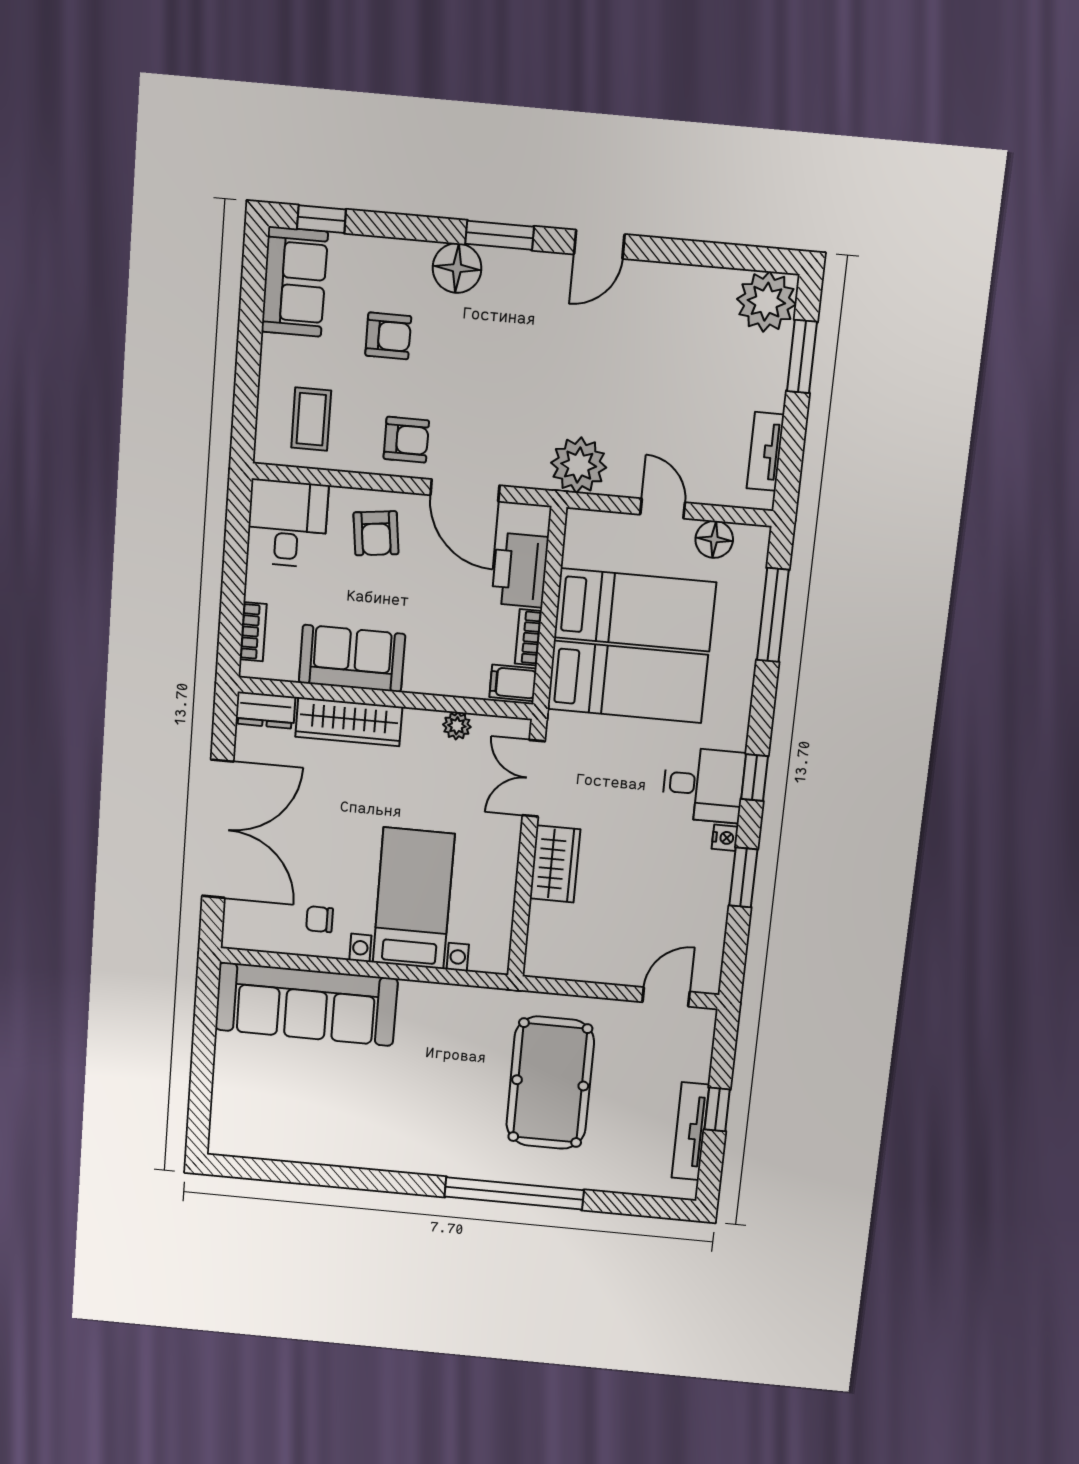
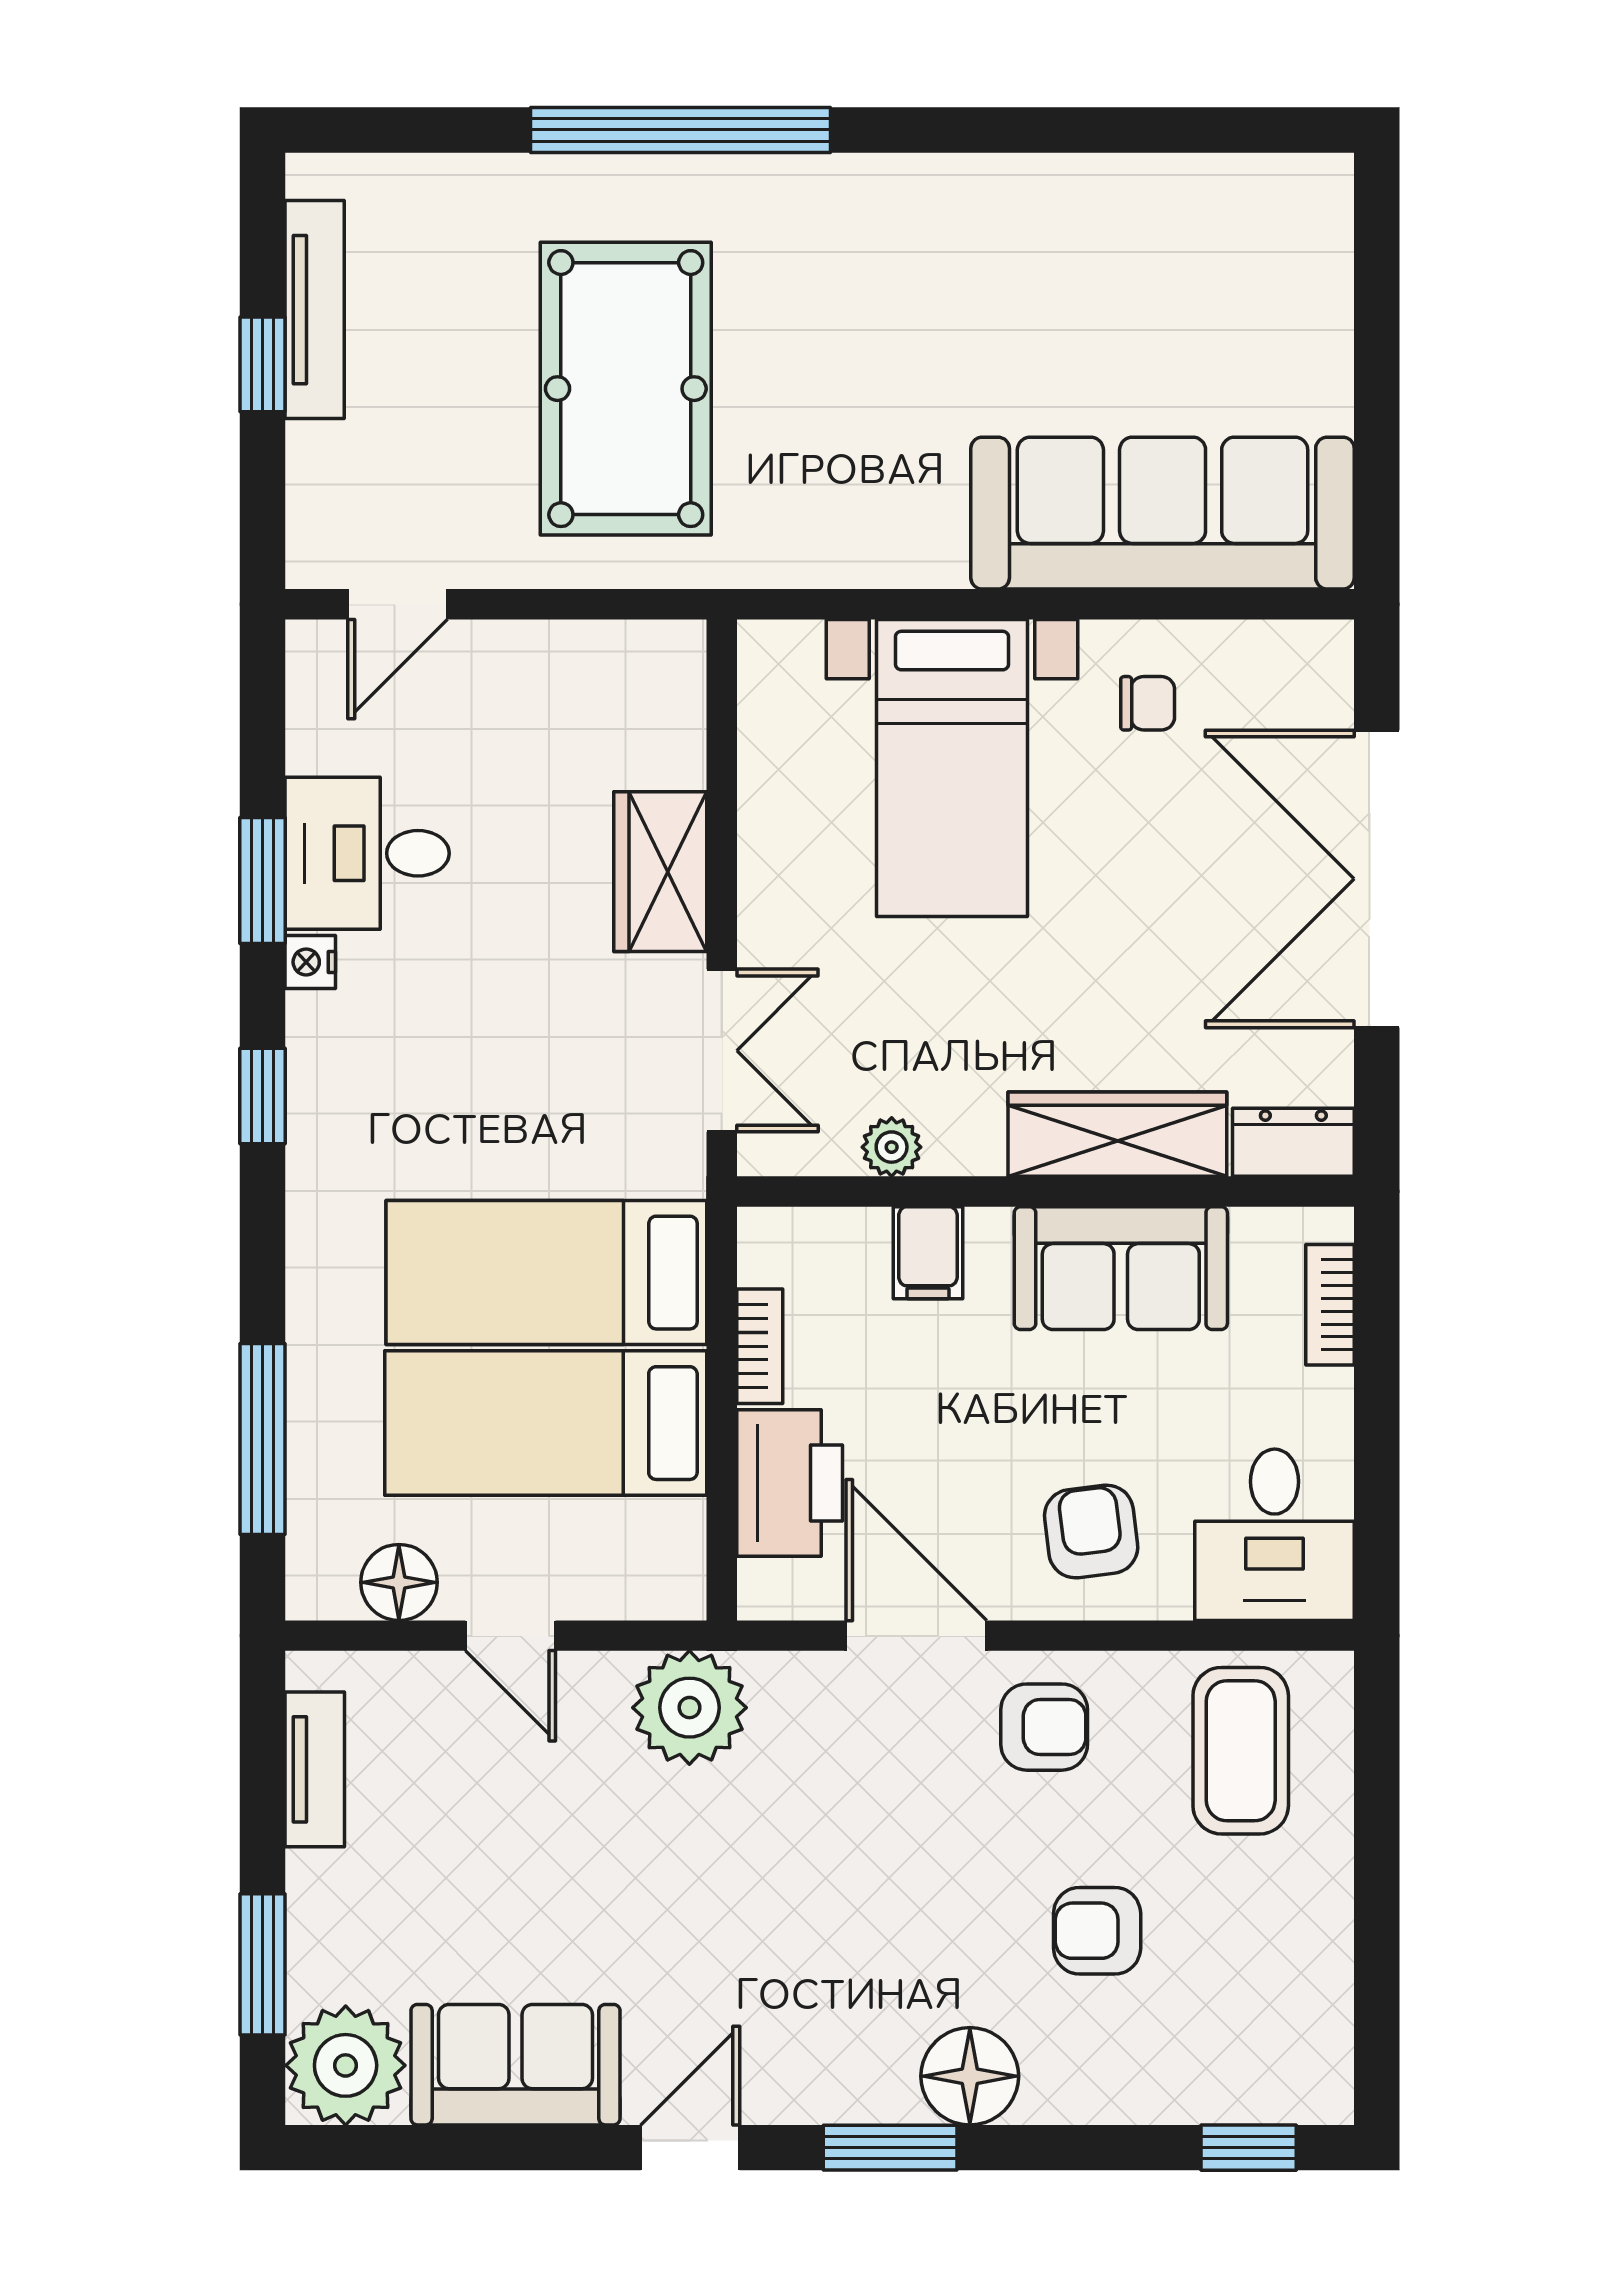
sofa: (295, 282) -> (515, 2065), moved, turned 90
coffee table: (311, 419) -> (1241, 1751), width x1.36, depth x1.30
armchair: (406, 440) -> (1044, 1727), turned 180
filing cabinet: (513, 683) -> (928, 1253), moved, turned 90
desk: (703, 785) -> (367, 853), moved

